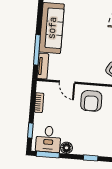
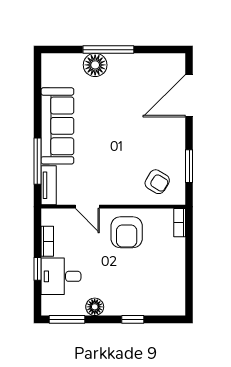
window: (30, 130) -> (37, 269), moved
desk: (48, 139) -> (61, 276), moved, turned 90

